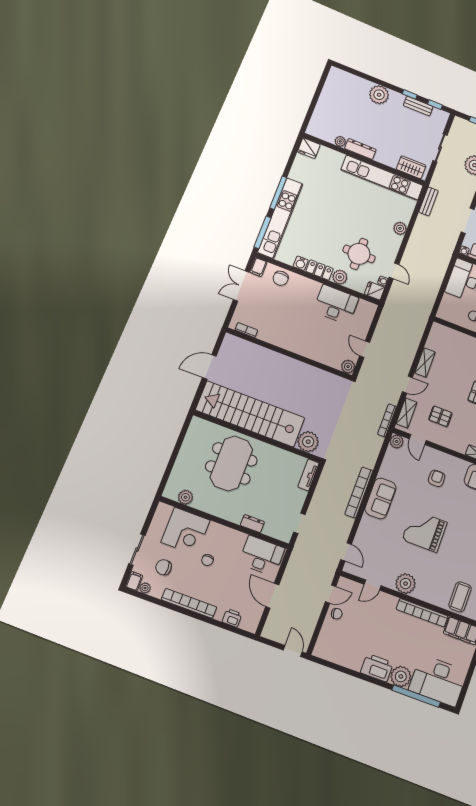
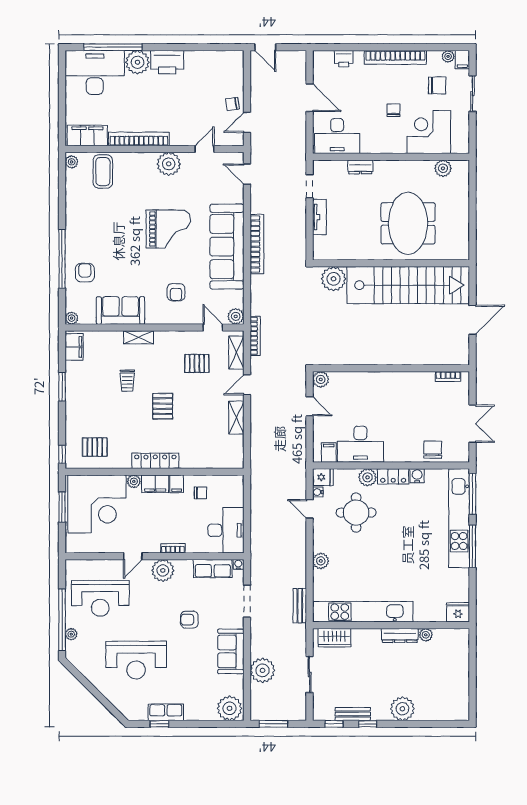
filing cabinet: (258, 267) -> (329, 452), moved
tv unit: (308, 475) -> (319, 217), moved
sofa: (381, 498) -> (227, 247), width x1.85, depth x1.27

